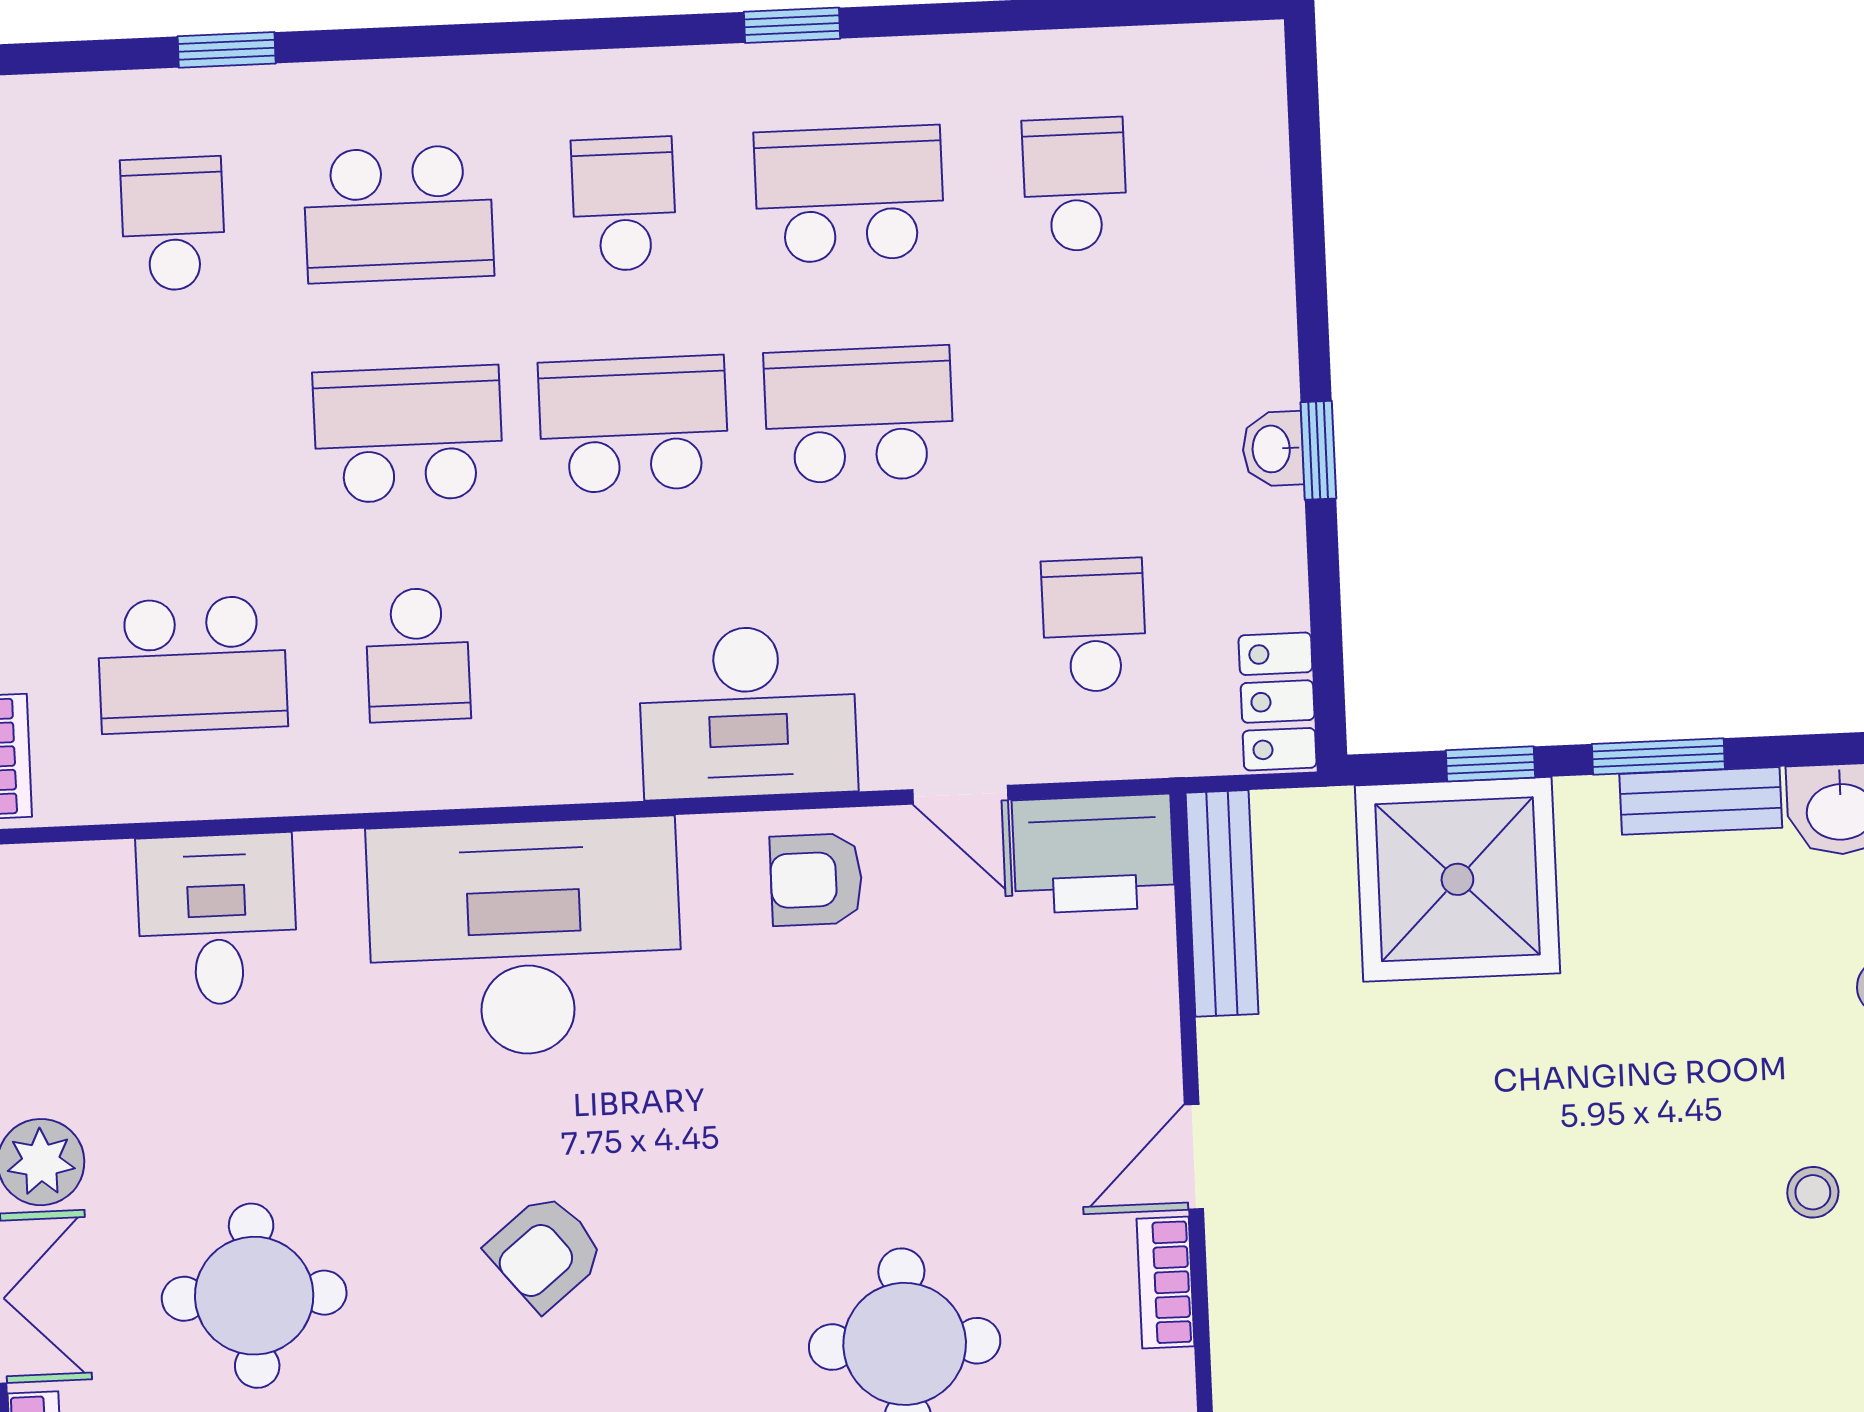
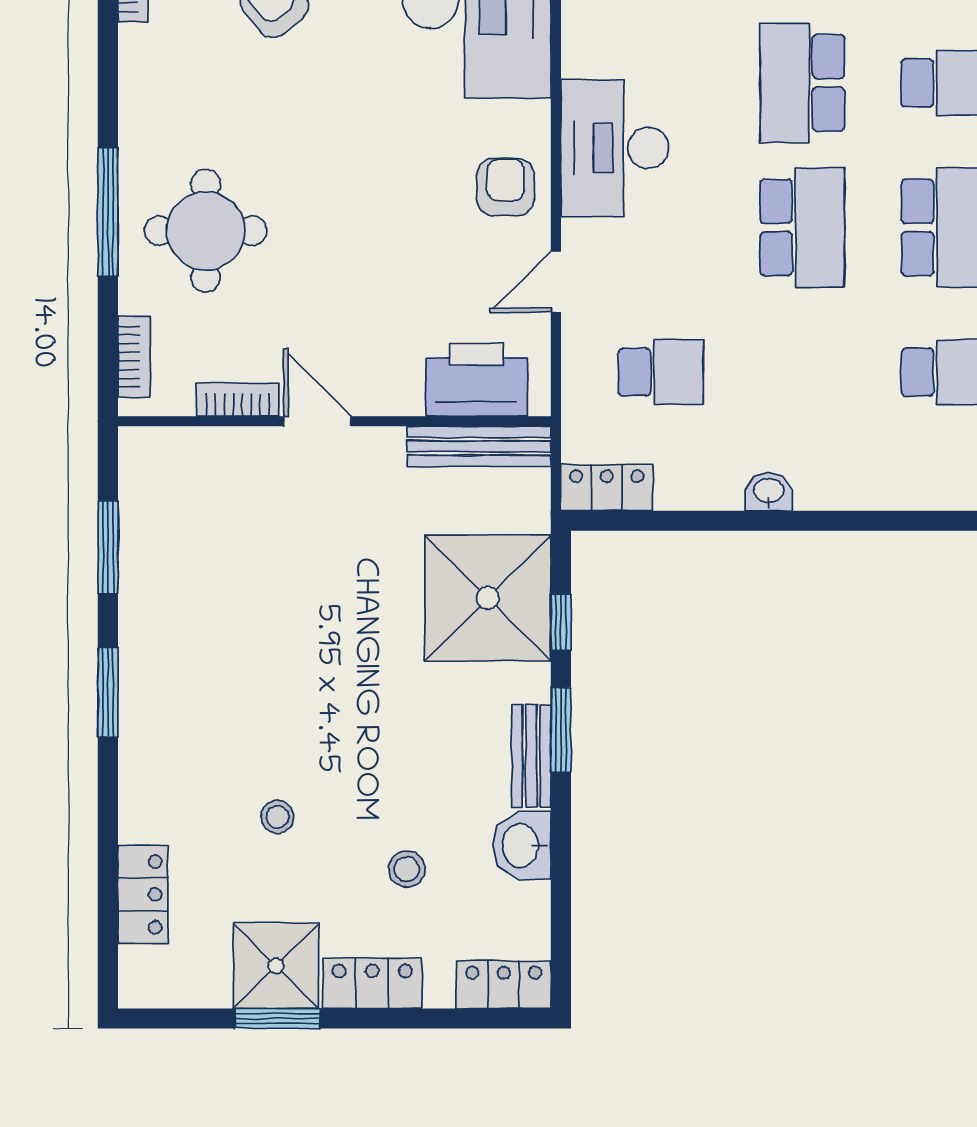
school desk: (634, 424) -> (802, 83), turned 180
window: (1318, 450) -> (767, 521), removed
printer: (1093, 854) -> (476, 380), moved, turned 90

